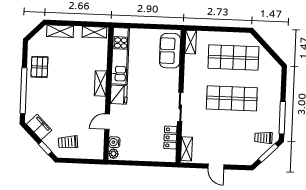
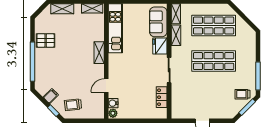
pallet: (39, 67) -> (46, 40), turned 90
fridge: (119, 95) -> (160, 46), moved, turned 180
filing cabinet: (39, 127) -> (51, 96), width x0.50
shelving: (186, 149) -> (176, 35), moved

